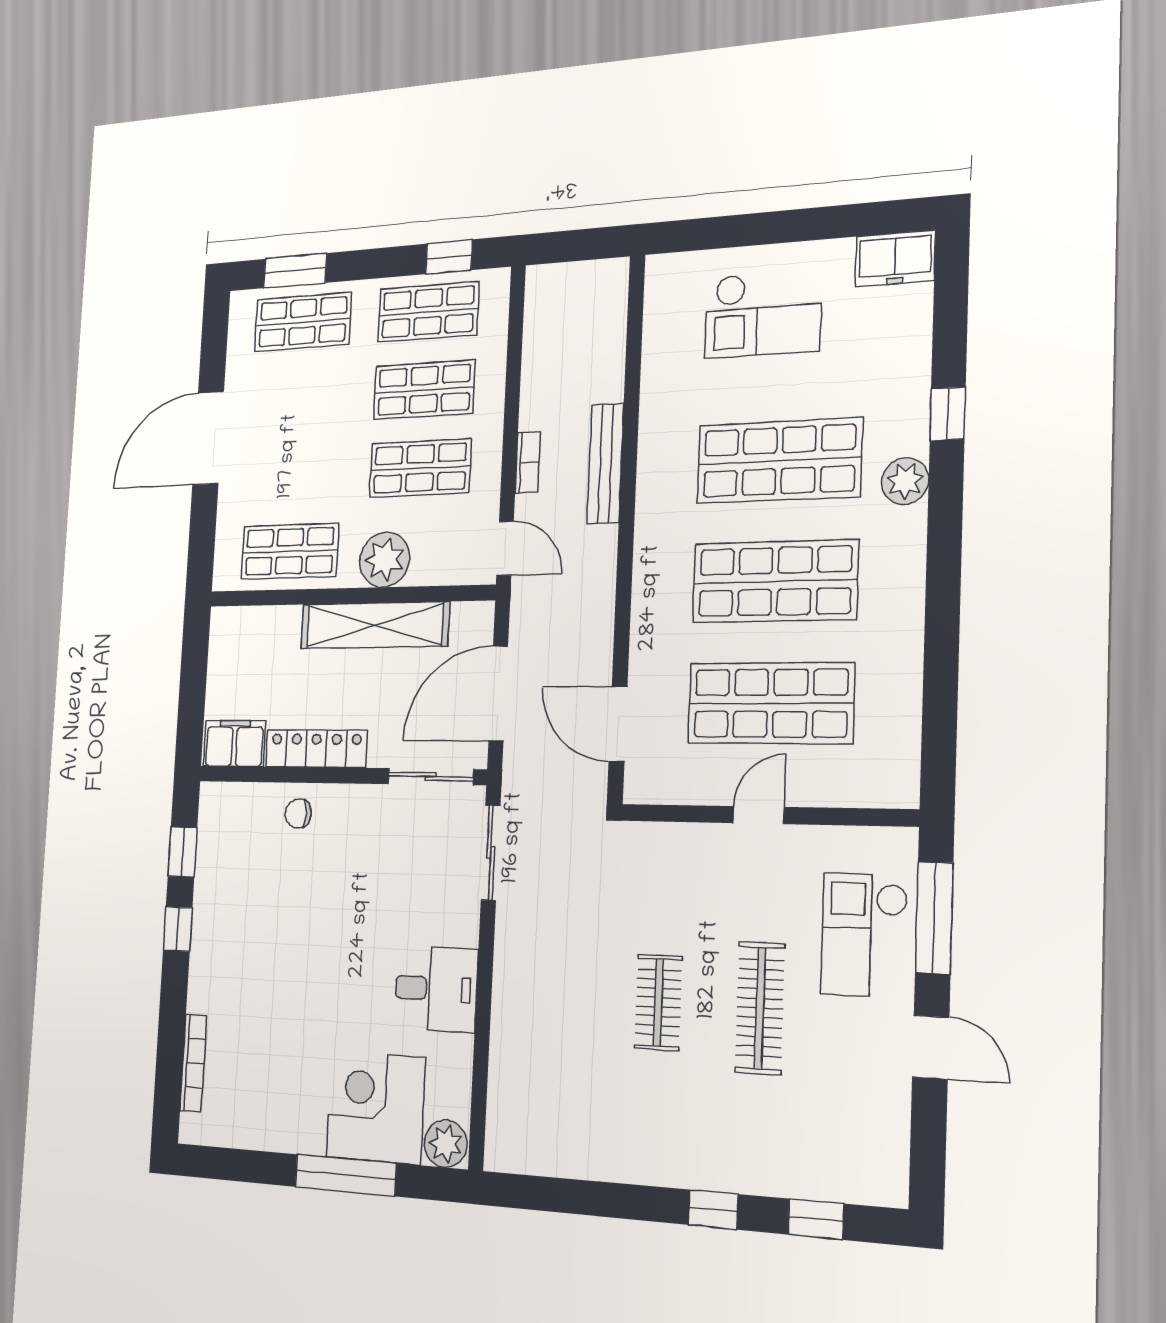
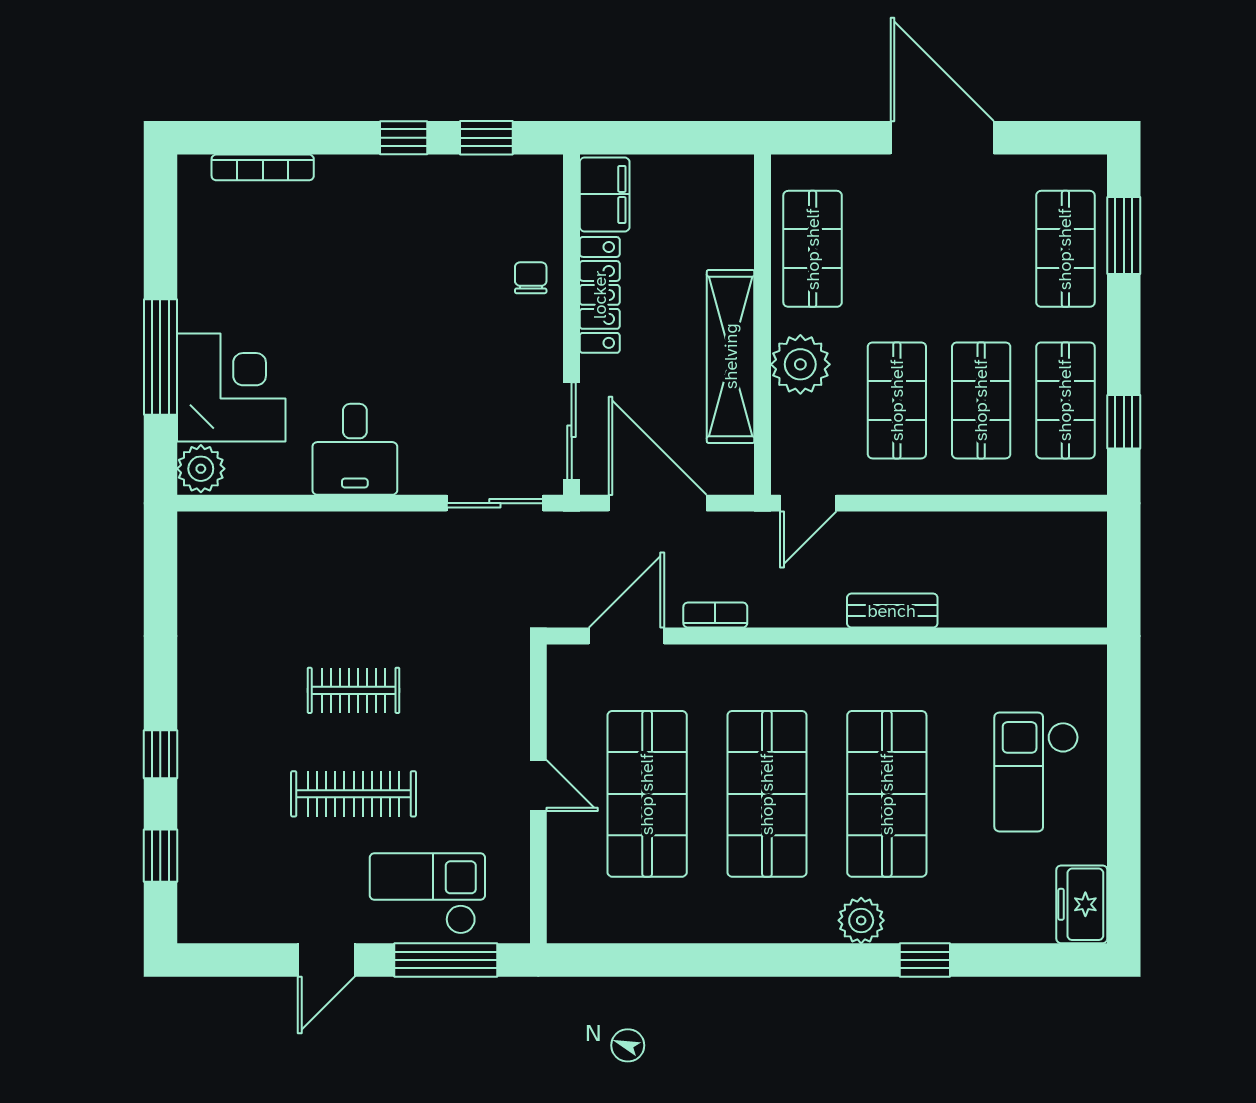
bookcase: (528, 462) -> (715, 615), moved, turned 180
bench: (605, 464) -> (892, 611), width x0.73

